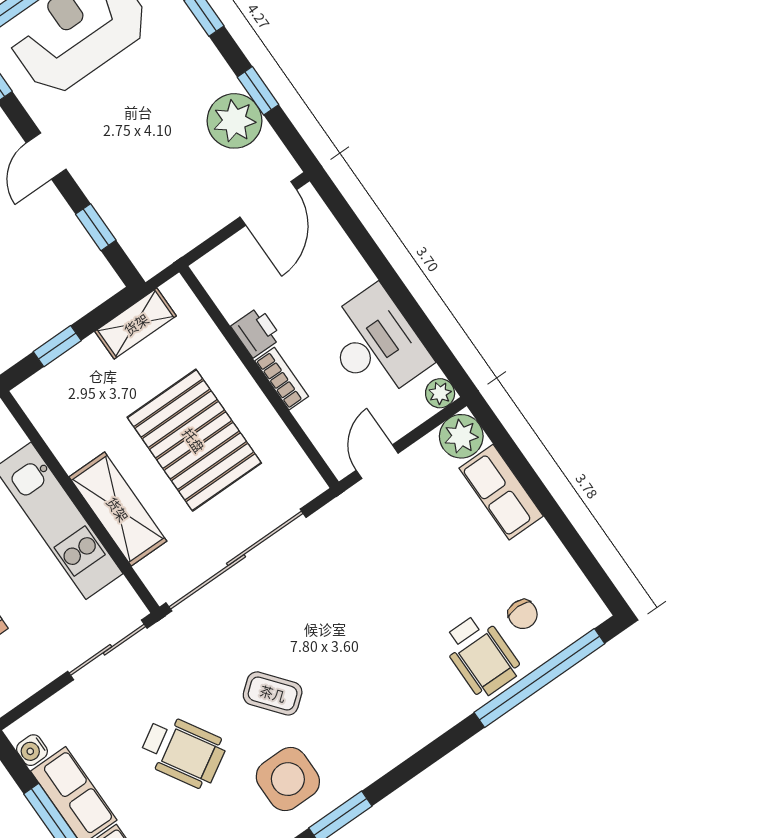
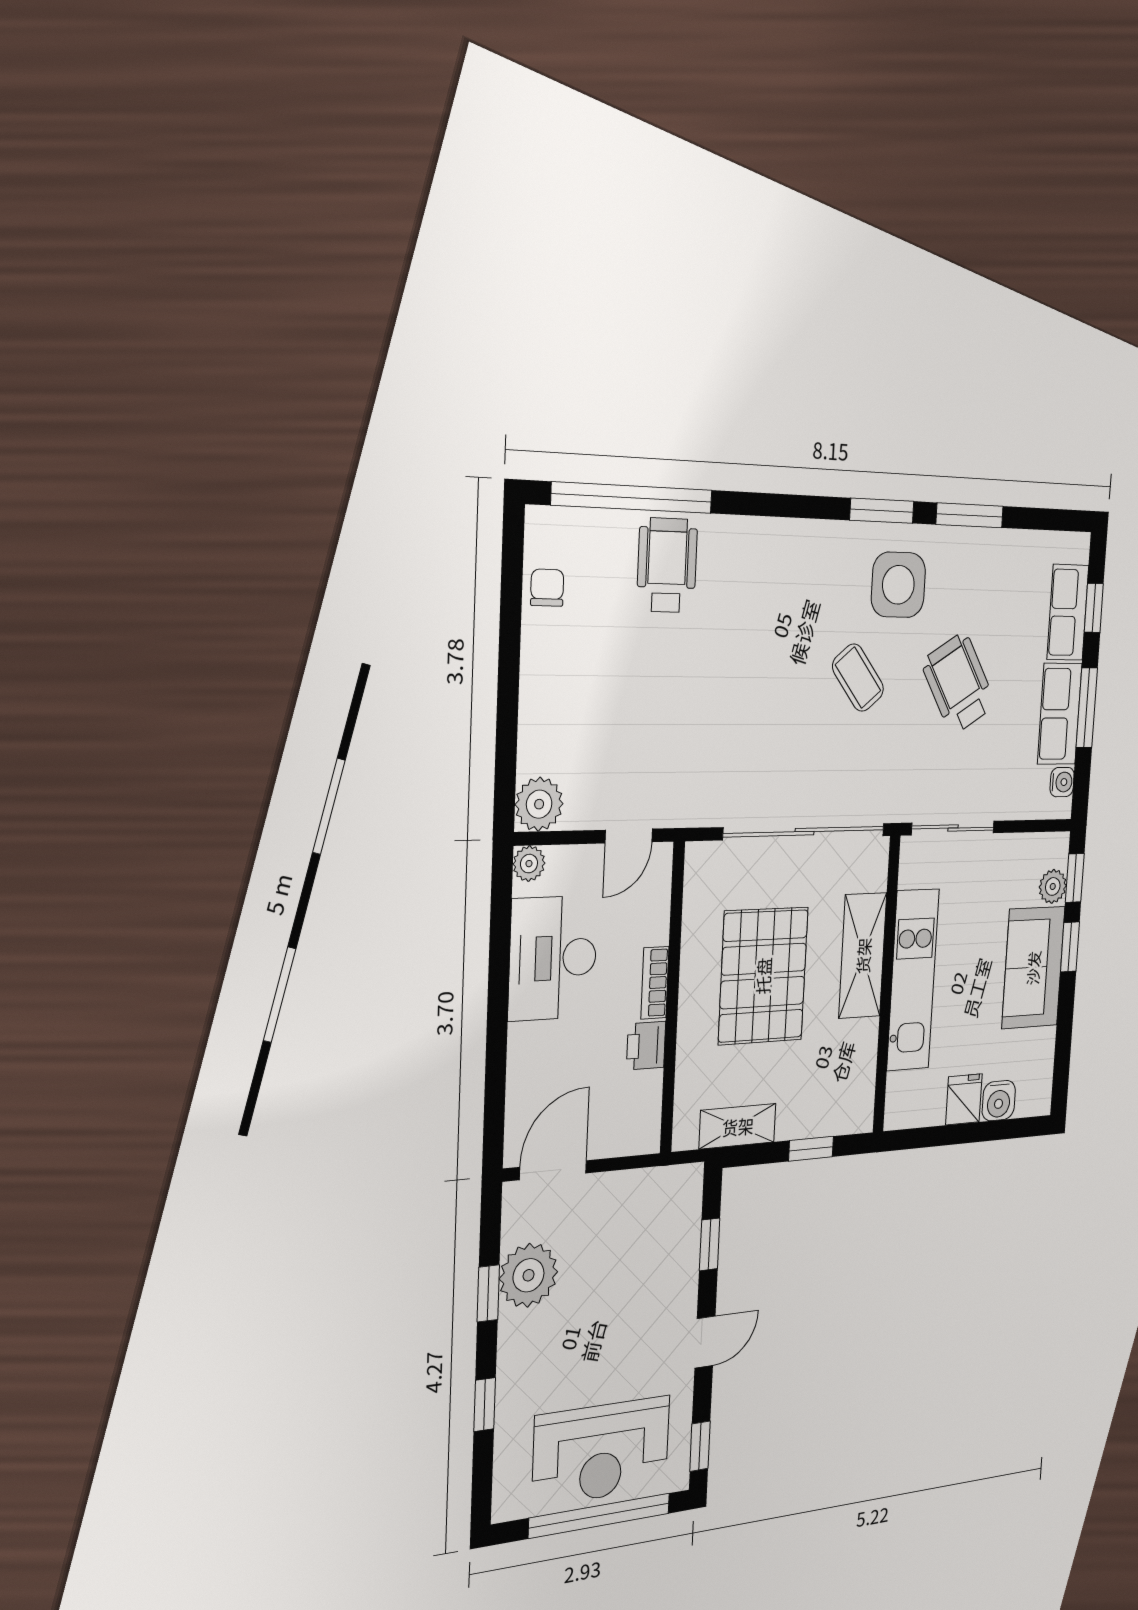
row of seats: (501, 492) -> (541, 718), removed
chair: (523, 614) -> (547, 588), moved

